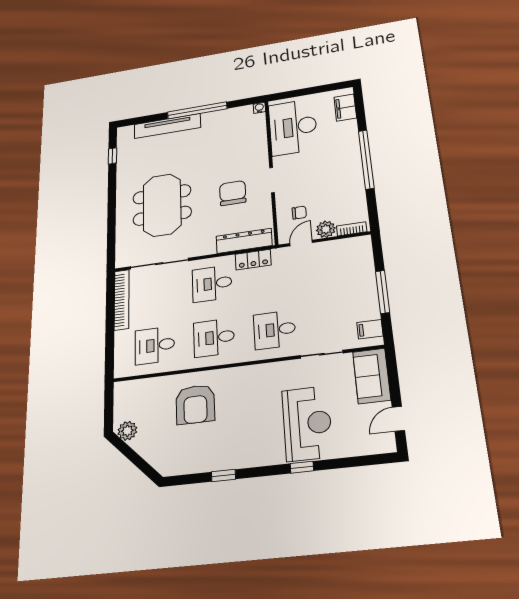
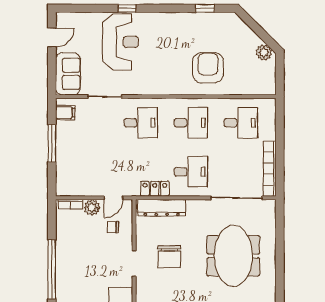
reception desk: (307, 423) -> (120, 42), turned 180
window: (223, 475) -> (205, 8), moved

